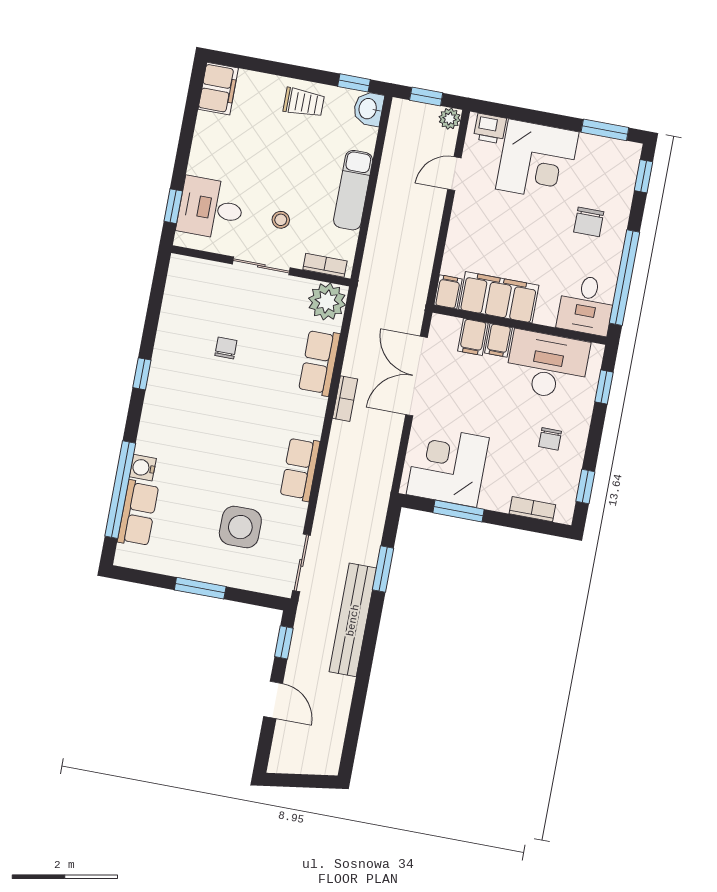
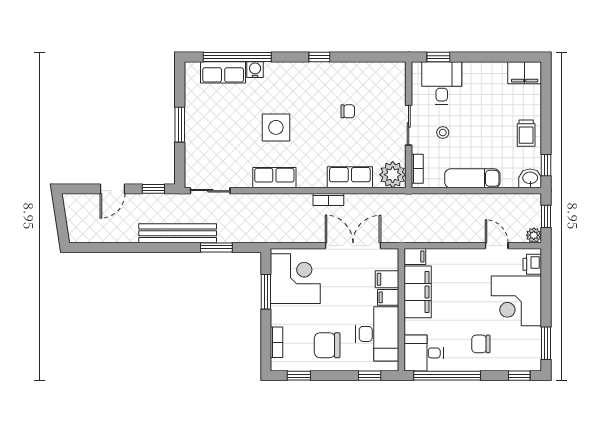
chair: (550, 439) -> (327, 345), width x1.87, depth x1.87
side table: (240, 527) -> (276, 127), moved

